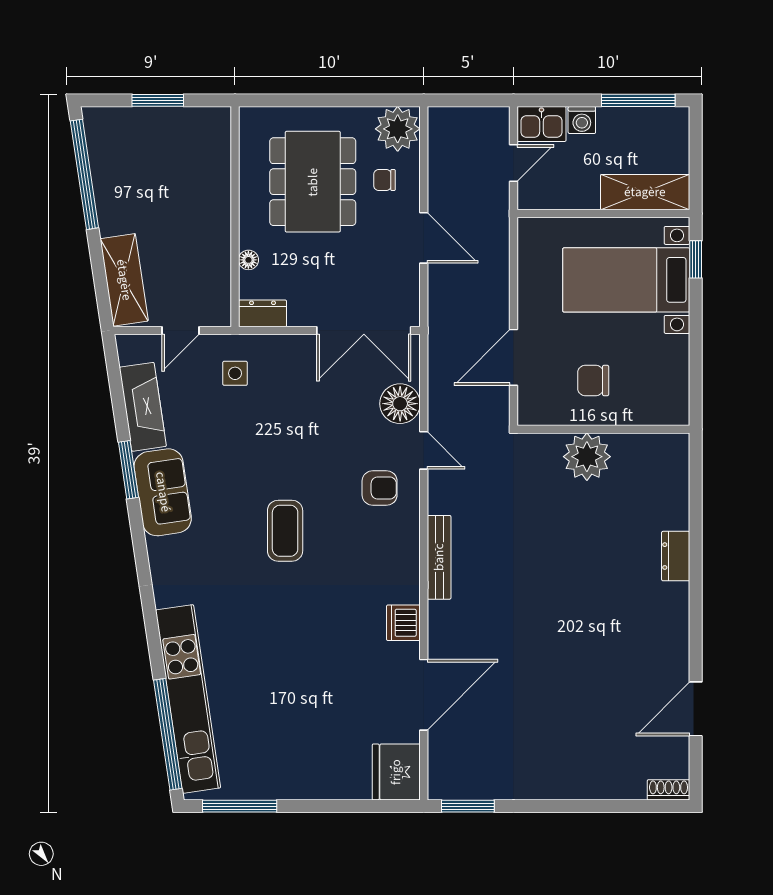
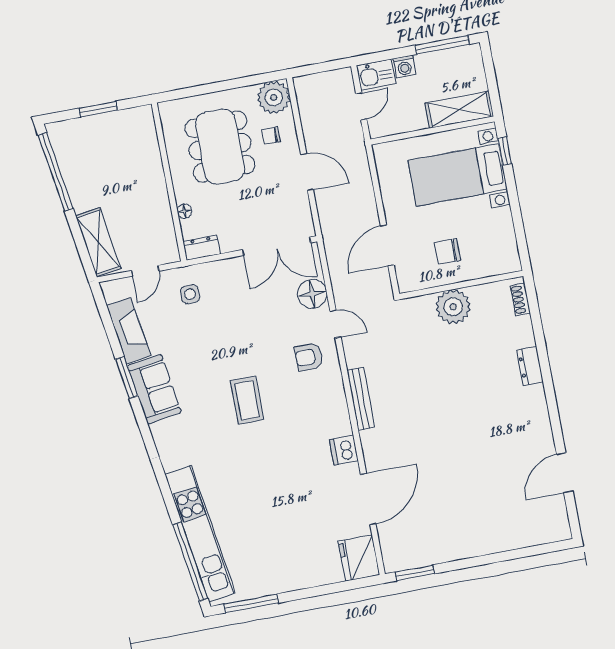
armchair: (380, 488) -> (309, 357), turned 180
shoe rack: (669, 790) -> (520, 299), moved, turned -90

